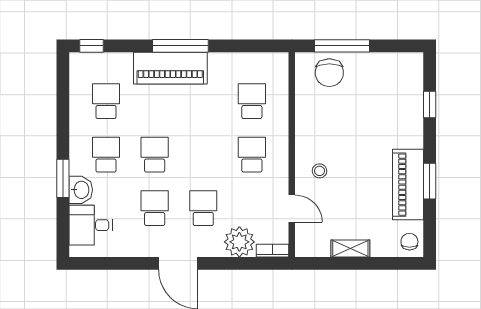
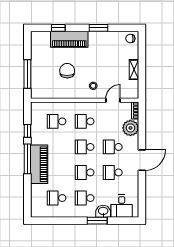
window: (91, 46) -> (27, 131), moved
chair: (329, 73) -> (67, 71), moved, turned -90
school desk: (203, 155) -> (85, 147), added
piano: (408, 185) -> (69, 39), moved

